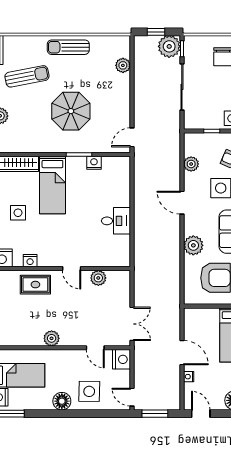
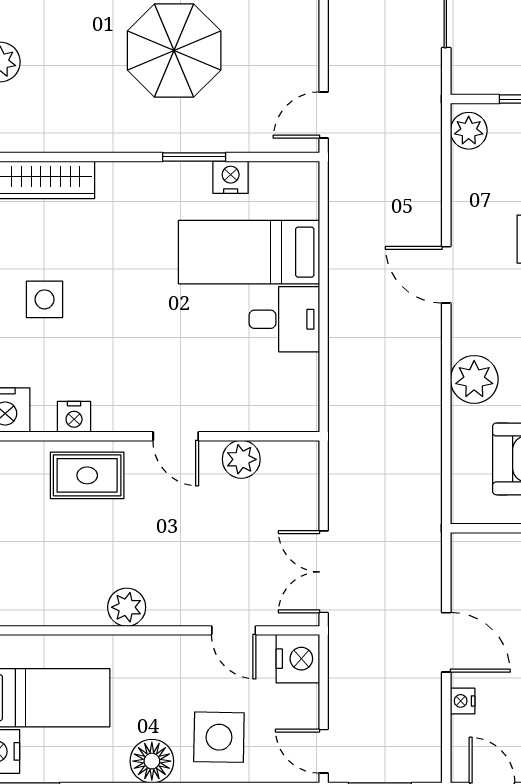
plant: (191, 164) -> (469, 131), moved
bed: (52, 185) -> (249, 252), moved, turned 90
double door: (132, 324) -> (324, 572), swing flipped

